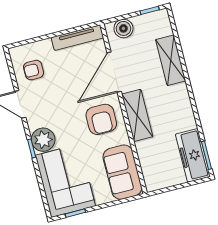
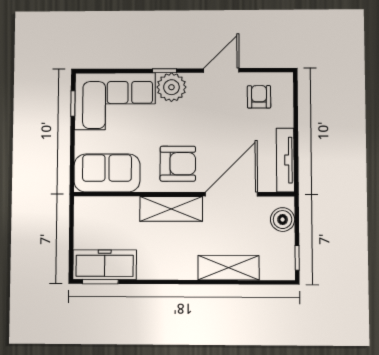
door: (114, 72) -> (231, 194), hinge flipped
armchair: (101, 119) -> (178, 164), turned 180

